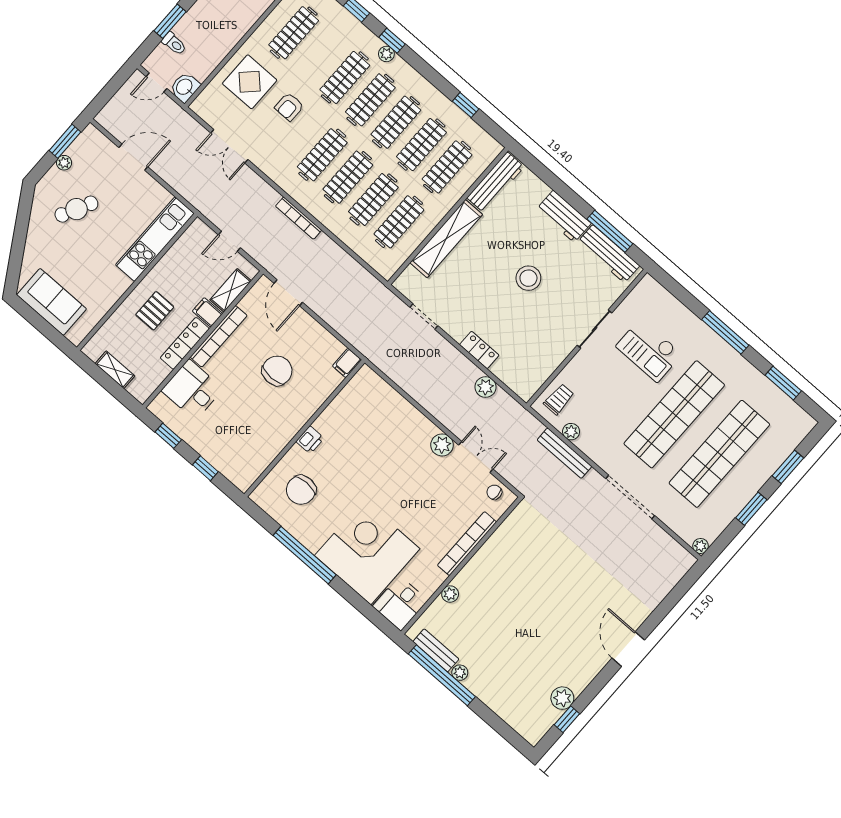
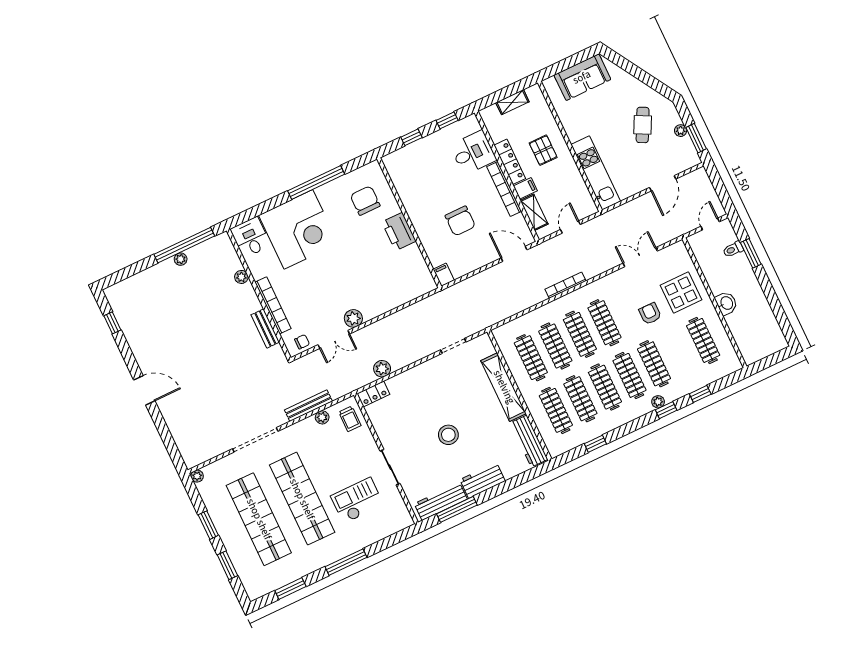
washbasin: (185, 87) -> (726, 303), moved
locker: (479, 350) -> (373, 394), moved
printer: (310, 440) -> (399, 232), width x1.87, depth x1.48
bench: (436, 650) -> (265, 328), moved, turned 90
plant: (562, 698) -> (129, 326), removed

